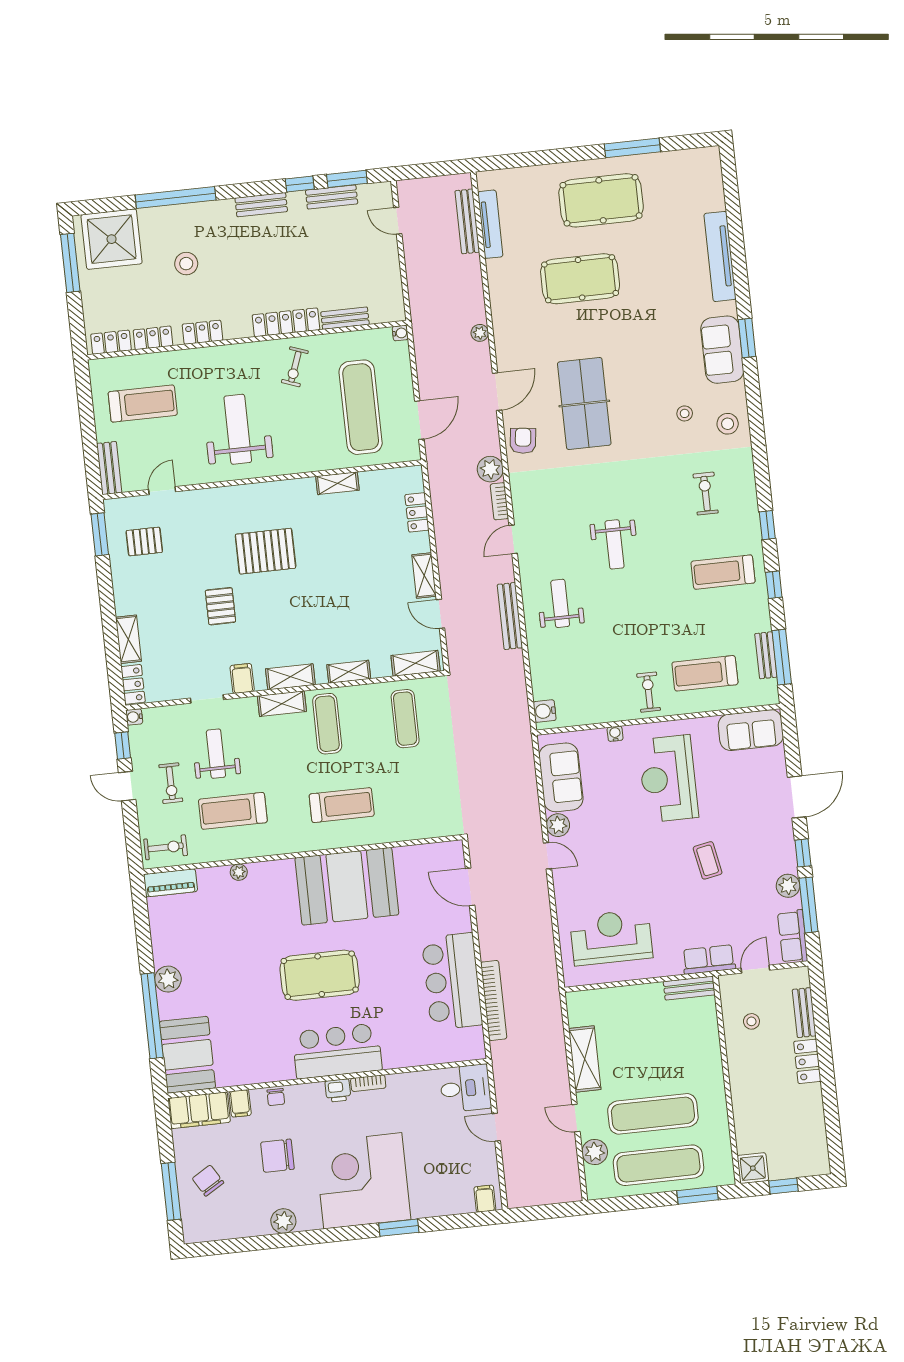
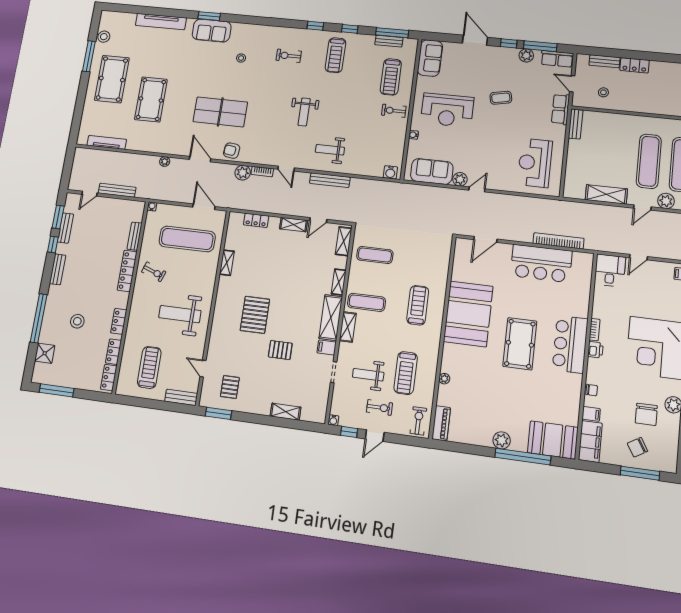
bench: (467, 221) -> (117, 190), moved
shower: (112, 239) -> (45, 353), width x0.54, depth x0.54
stool: (728, 424) -> (104, 37), moved
weight bench: (615, 544) -> (304, 112), turned 90
shelving: (290, 677) -> (331, 318), width x1.50, depth x1.33
locker: (133, 684) -> (313, 416), removed
chair: (277, 1156) -> (646, 414), moved

